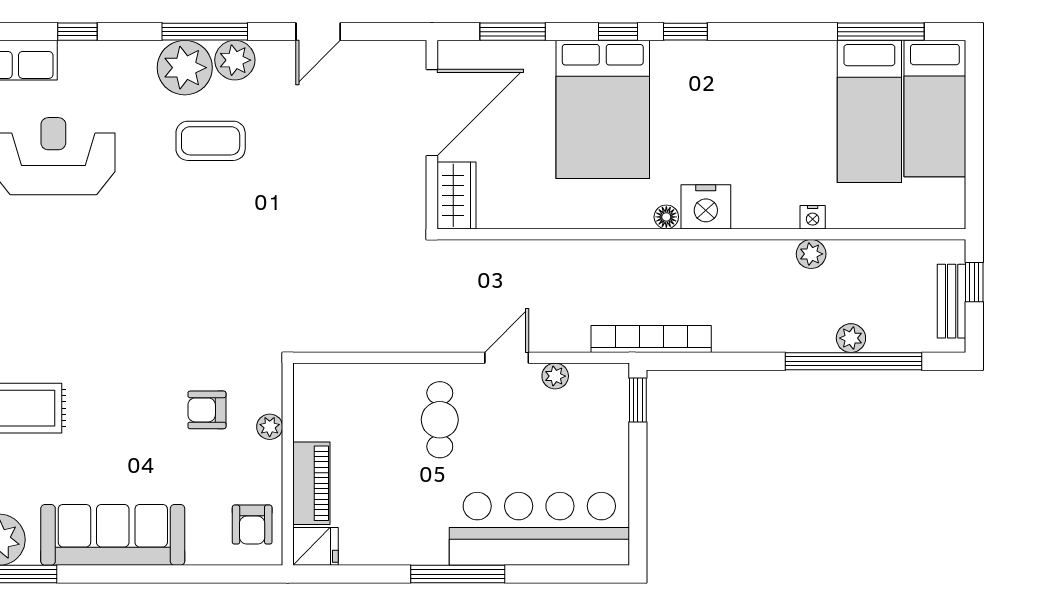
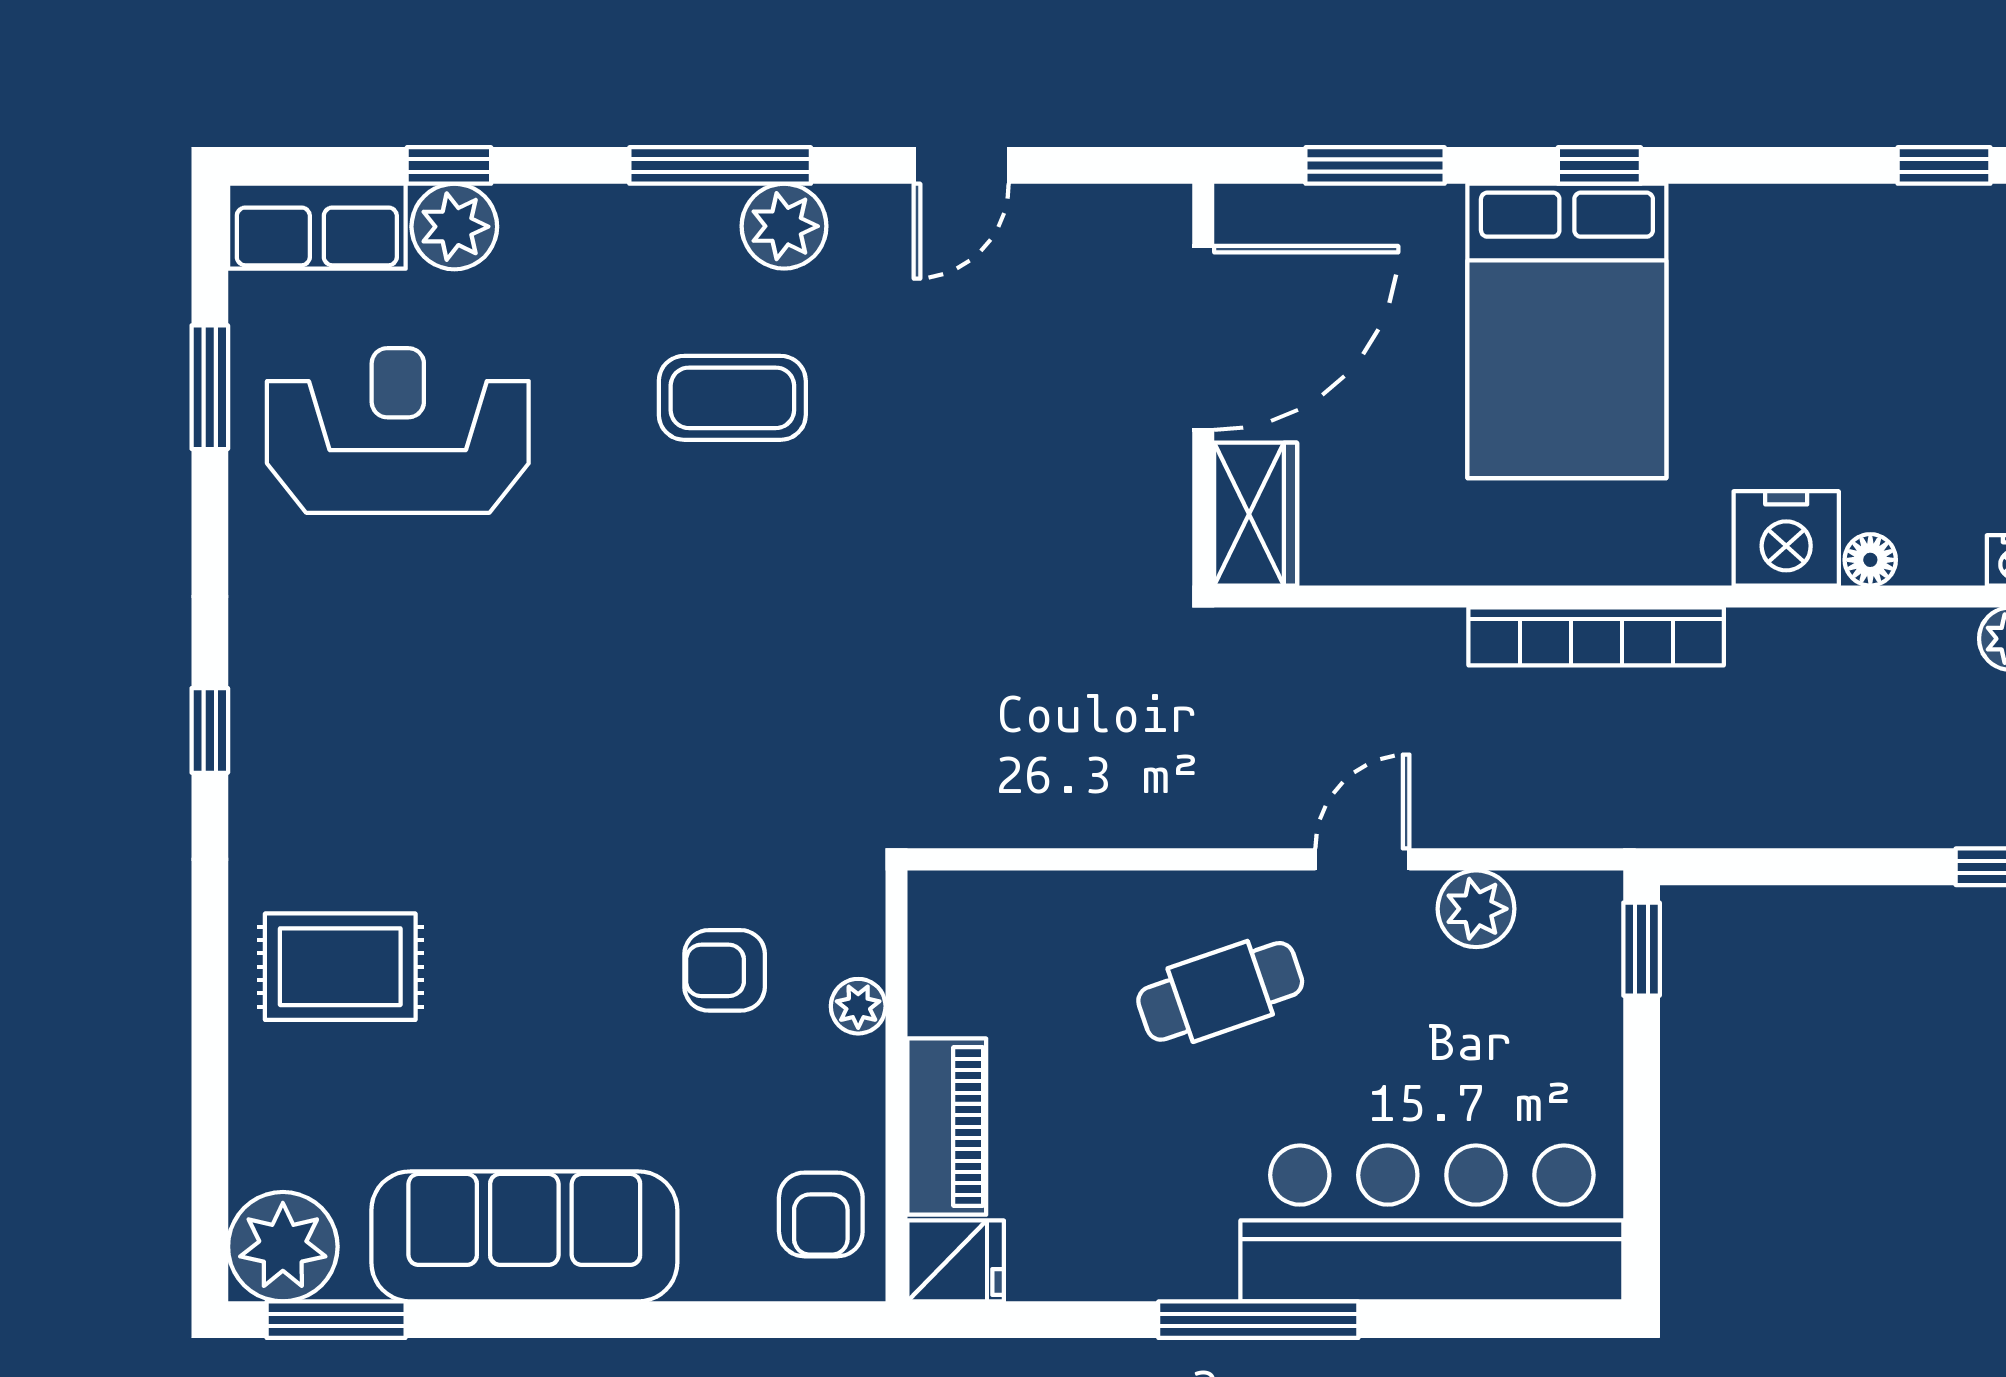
window: (685, 32) -> (1944, 165), moved
plant: (185, 68) -> (454, 227), moved, width x0.73, depth x0.73
floor lamp: (666, 217) -> (1870, 560), moved
bookcase: (651, 339) -> (1596, 636), moved, turned 180
plant: (555, 376) -> (1476, 909), width x1.38, depth x1.38
cafe table: (440, 420) -> (1220, 991), turned 71

